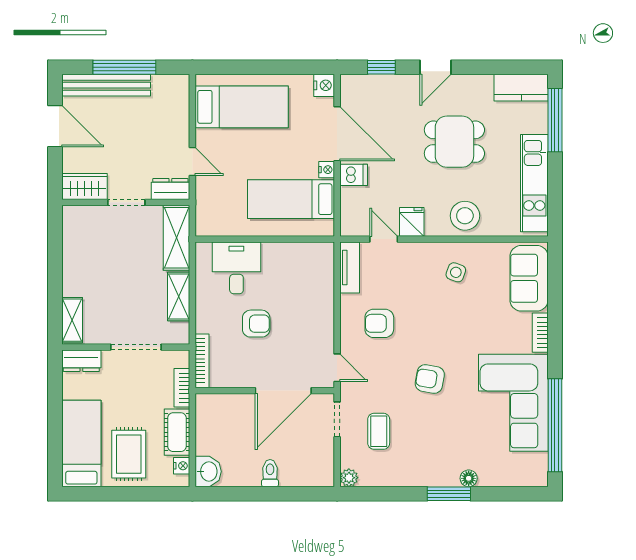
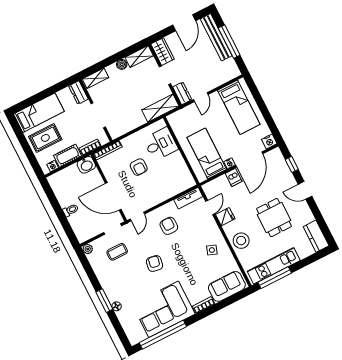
window: (555, 120) -> (275, 278), moved
boiler: (71, 265) -> (122, 64), added
shelving: (179, 297) -> (139, 56), moved
washbasin: (208, 471) -> (86, 165), moved

